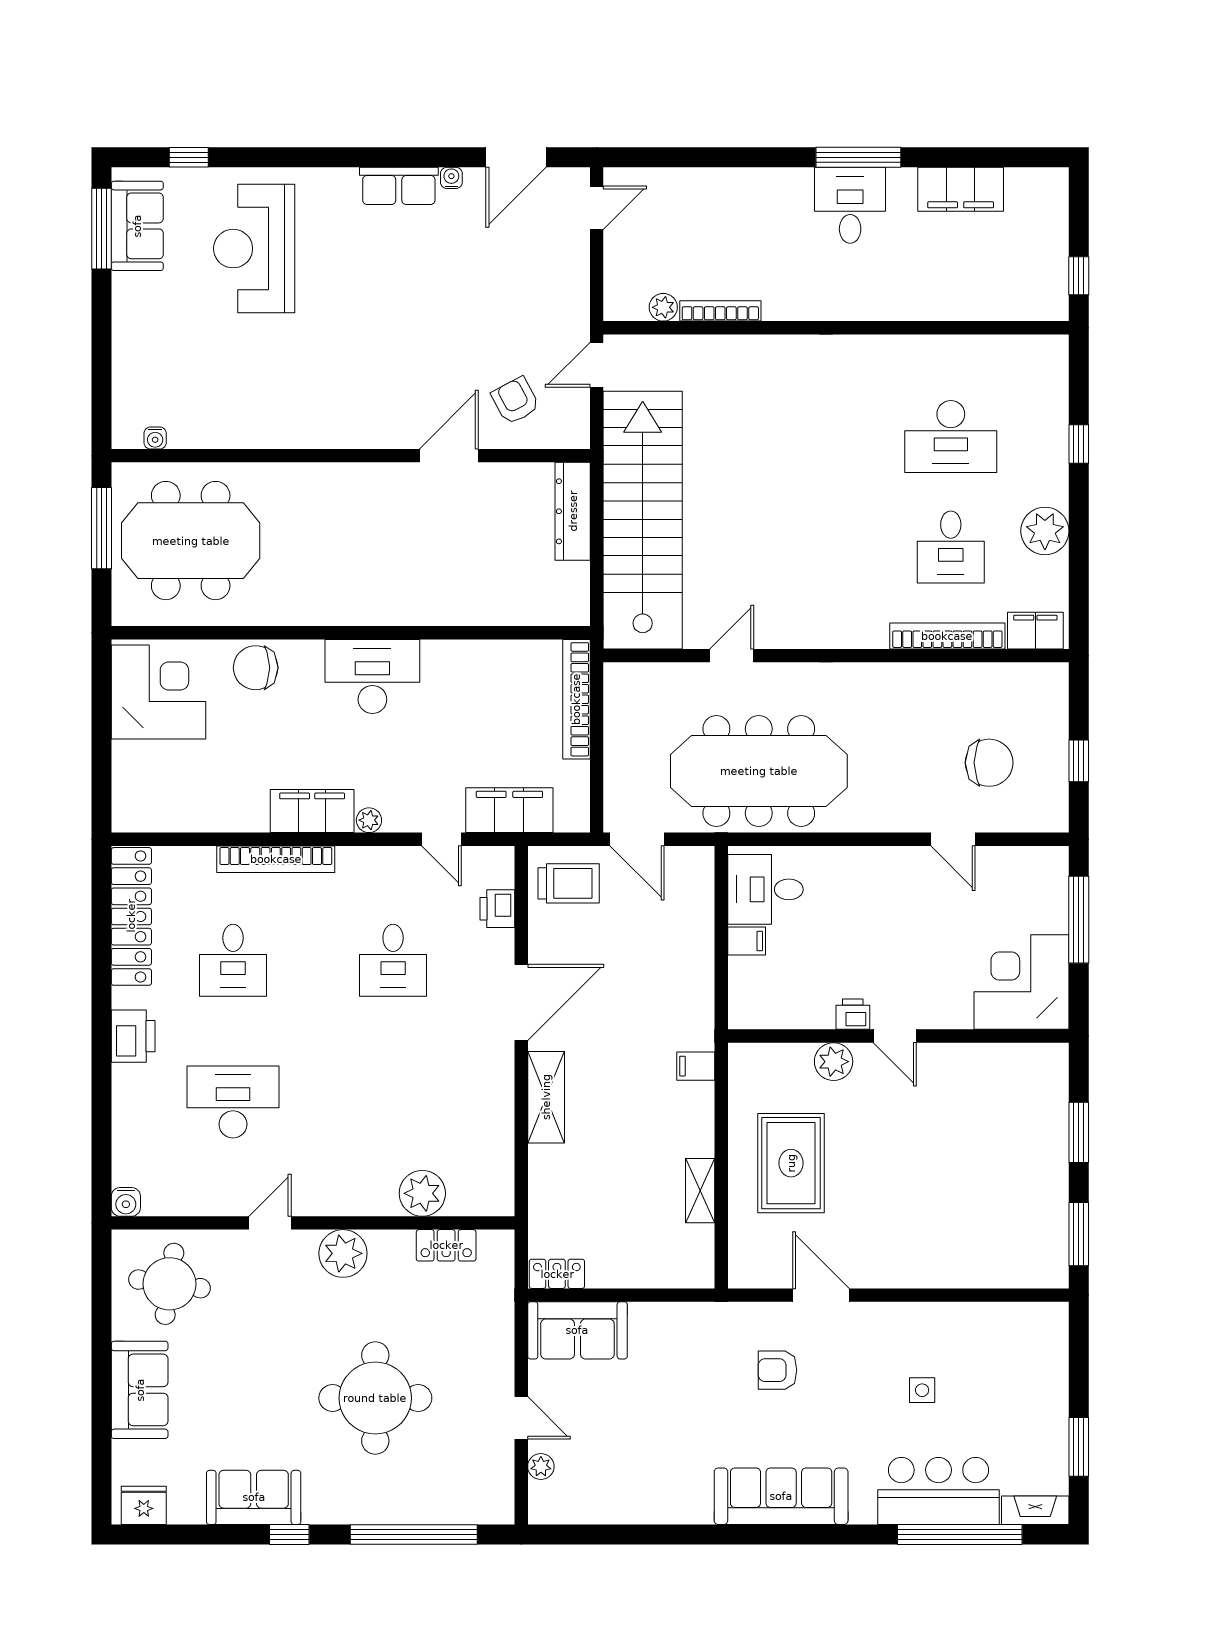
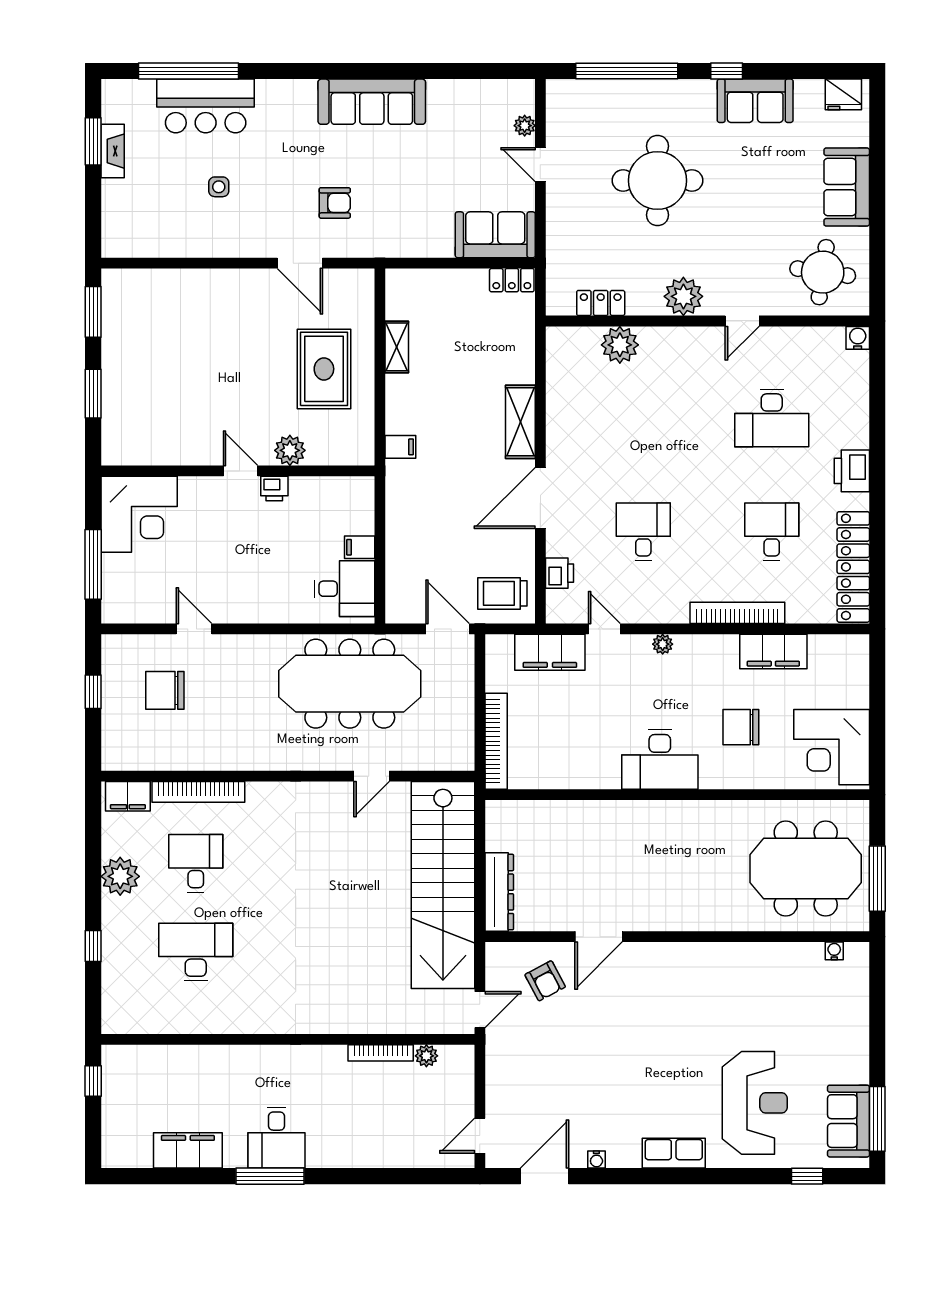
row of seats: (399, 186) -> (674, 1153), moved
chair: (256, 668) -> (741, 727), moved, turned 180
filing cabinet: (312, 811) -> (773, 651), moved
sofa: (781, 1496) -> (372, 102), moved
fireplace: (1035, 1510) -> (113, 151), moved, turned -90

